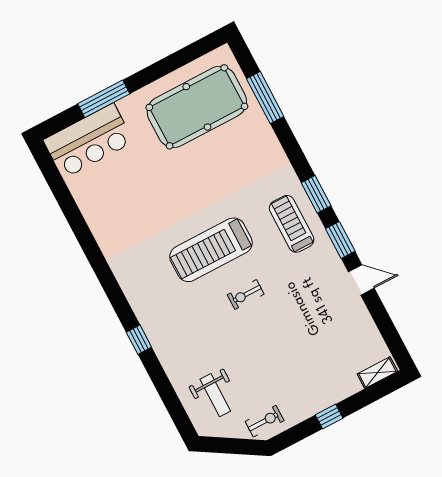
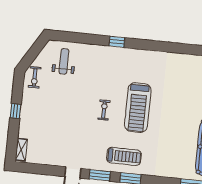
treadmill: (211, 250) -> (138, 108), turned 180
weight bench: (215, 395) -> (64, 61), turned 90

